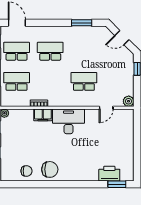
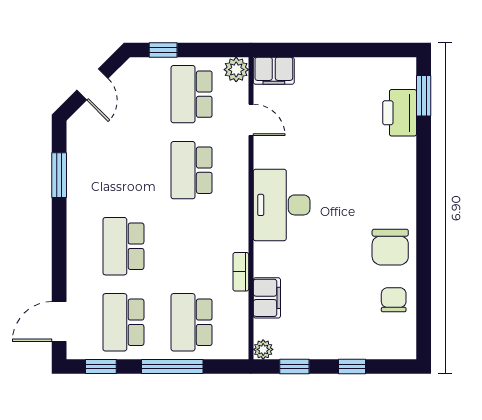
school desk: (118, 81) -> (192, 94), added
filing cabinet: (43, 115) -> (267, 298), moved
filing cabinet: (128, 118) -> (274, 71), added
chair: (50, 169) -> (390, 247), turned 180

